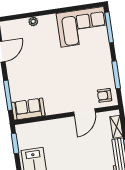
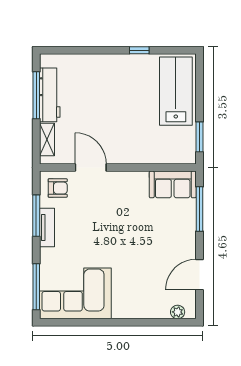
plant: (33, 21) -> (178, 312), moved
tv unit: (108, 68) -> (47, 228), added
door: (85, 112) -> (91, 168), hinge flipped

